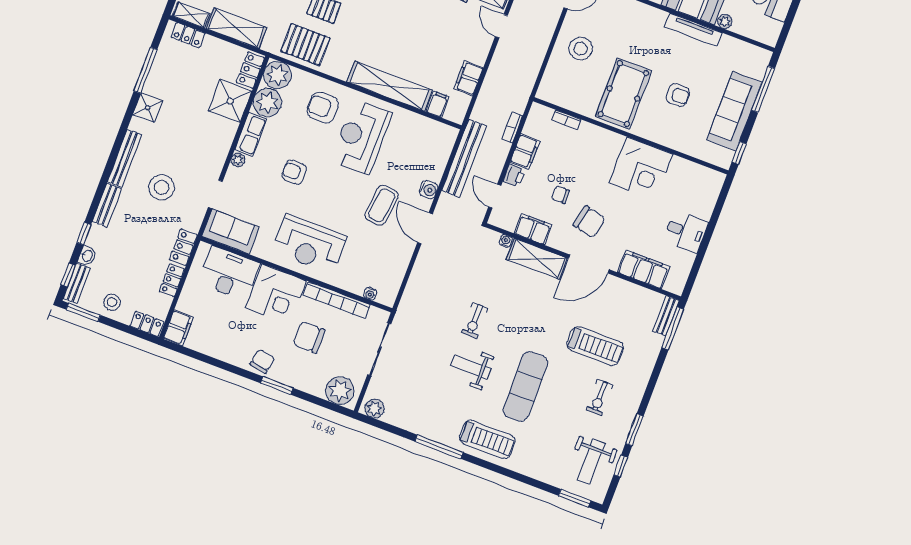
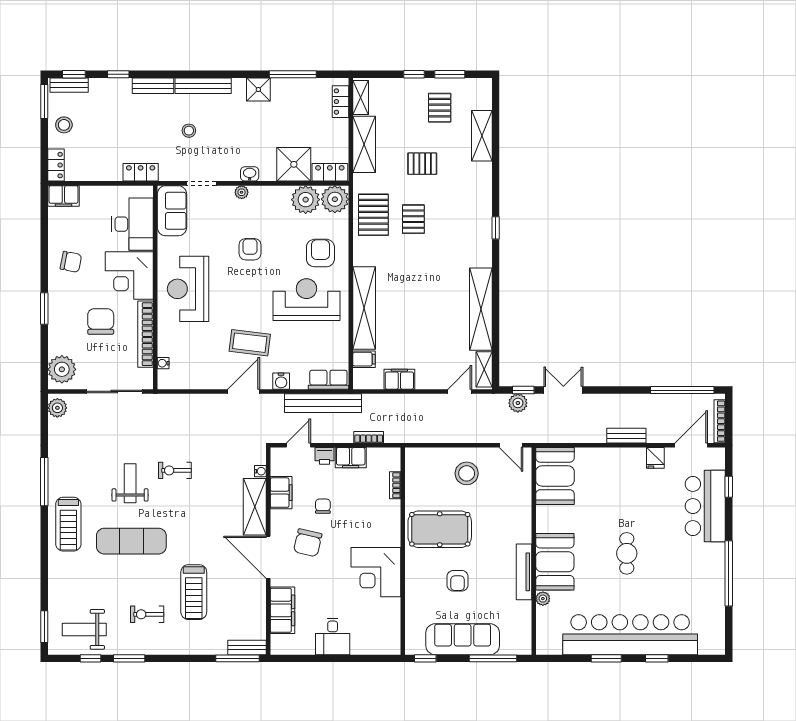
row of seats: (251, 134) -> (328, 380), moved, turned 180
stool: (162, 187) -> (189, 131), width x0.53, depth x0.53
washbasin: (87, 256) -> (250, 174), moved, turned 180
locker: (172, 280) -> (106, 173), removed
chair: (262, 361) -> (71, 262), moved

